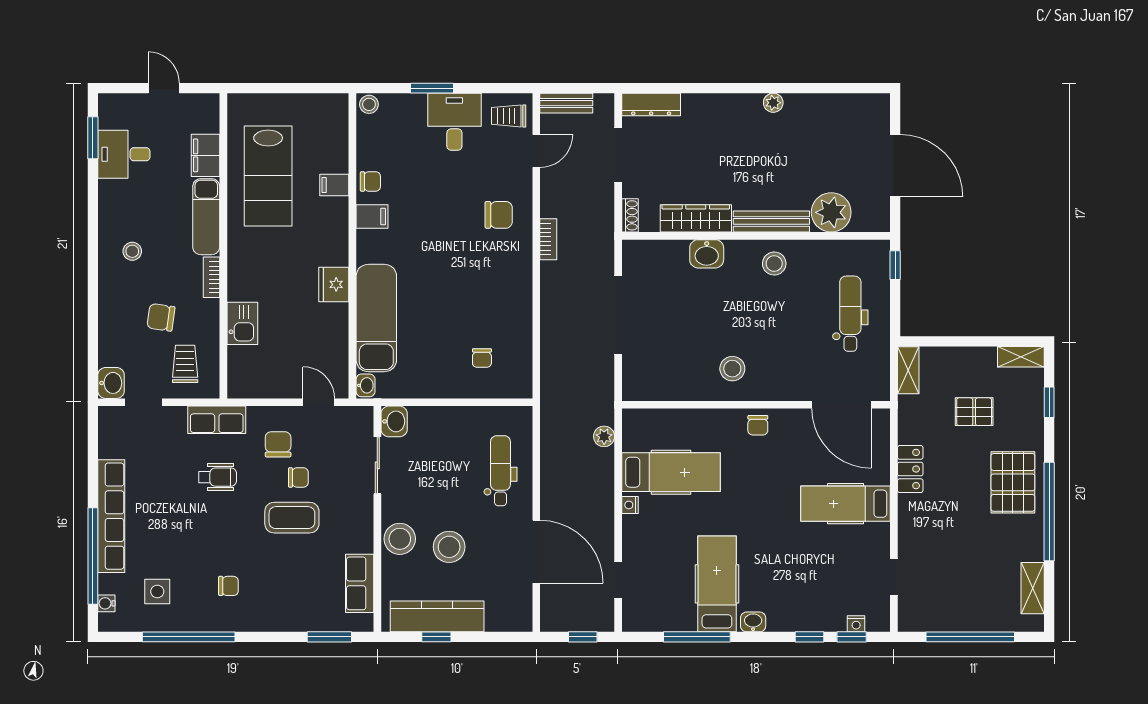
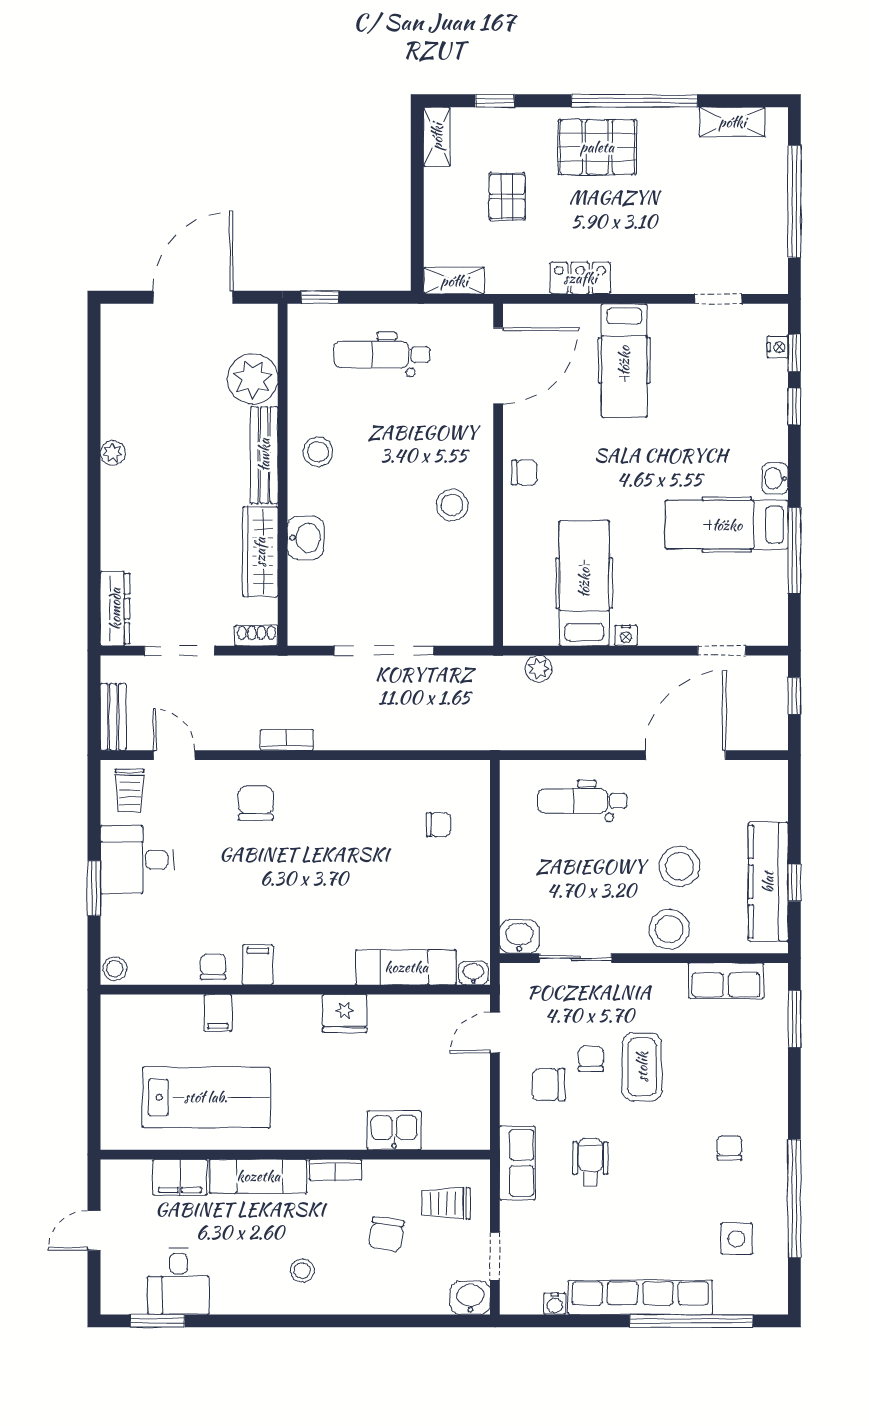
exam couch: (376, 318) -> (406, 967), width x0.73, depth x0.69
water cooler: (106, 603) -> (555, 1304), moved

